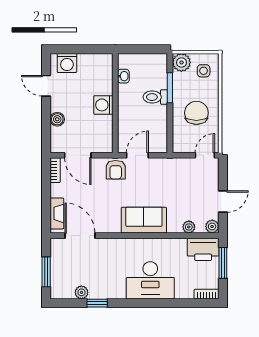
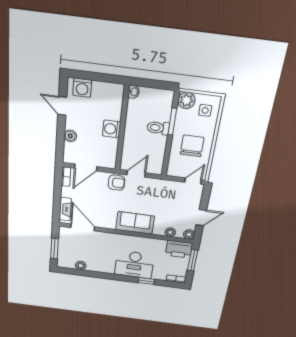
washbasin: (123, 76) -> (134, 92), moved
door: (78, 155) -> (86, 167), hinge flipped
armchair: (116, 170) -> (116, 183), turned -90
window: (97, 303) -> (146, 281), moved

